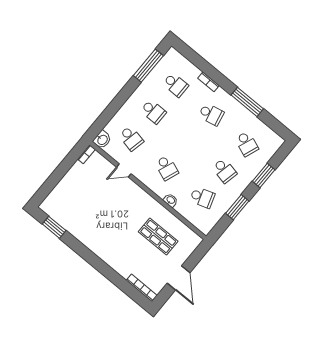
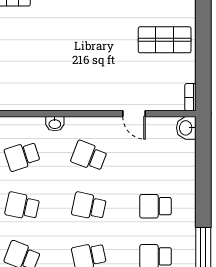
school desk: (131, 138) -> (89, 206), moved
door: (124, 170) -> (134, 114), swing flipped
shop shelf: (158, 237) -> (165, 40), moved

